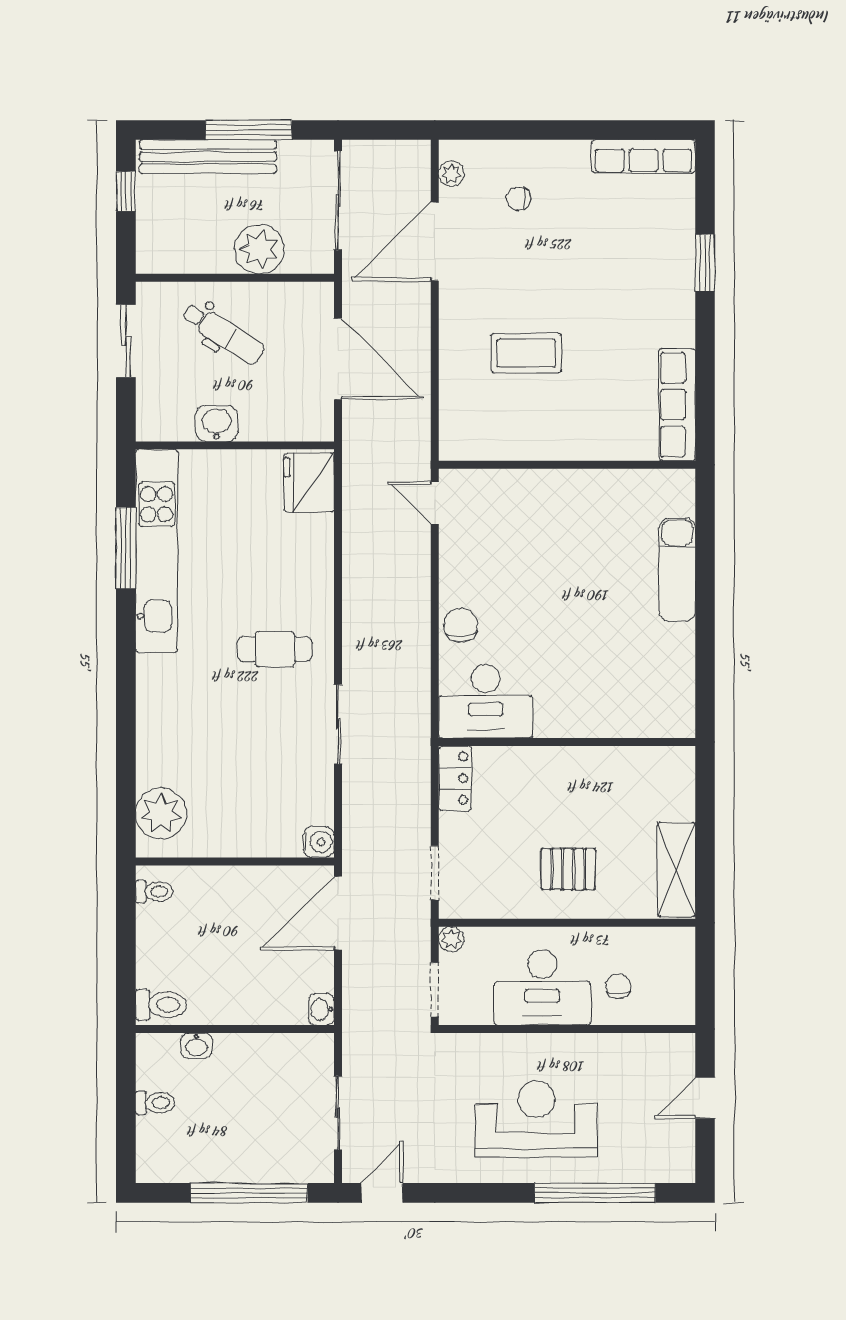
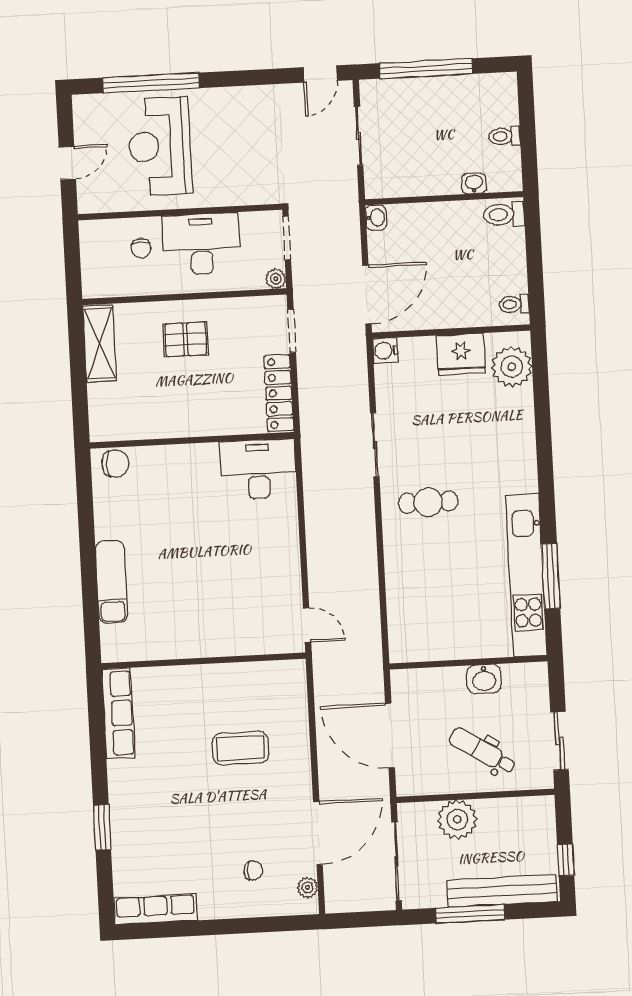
fridge: (309, 483) -> (461, 354), moved, turned 90
chair: (460, 625) -> (115, 464), moved, turned -86
locker: (455, 778) -> (279, 393), width x1.53
reception desk: (536, 1119) -> (160, 146), moved, turned 90

